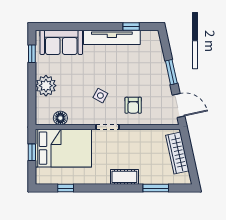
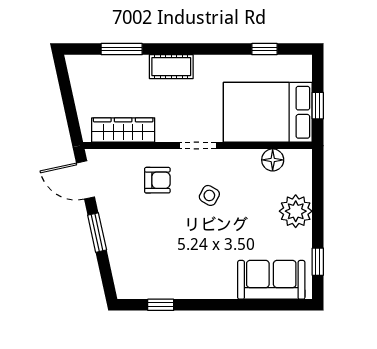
tv unit: (112, 37) -> (191, 288), removed
armchair: (133, 105) -> (157, 180), turned 90
wardrobe: (177, 153) -> (123, 130), moved, turned -78

